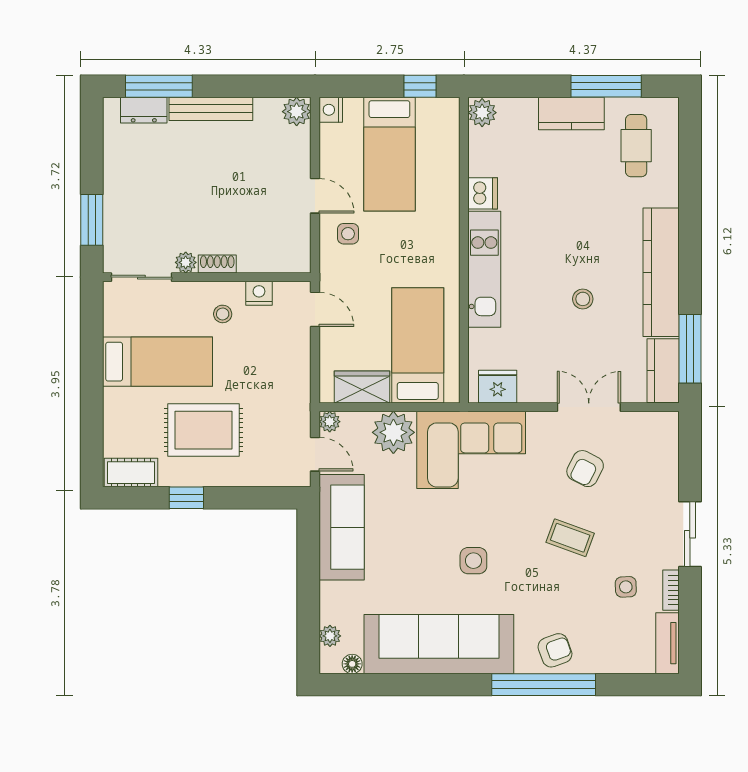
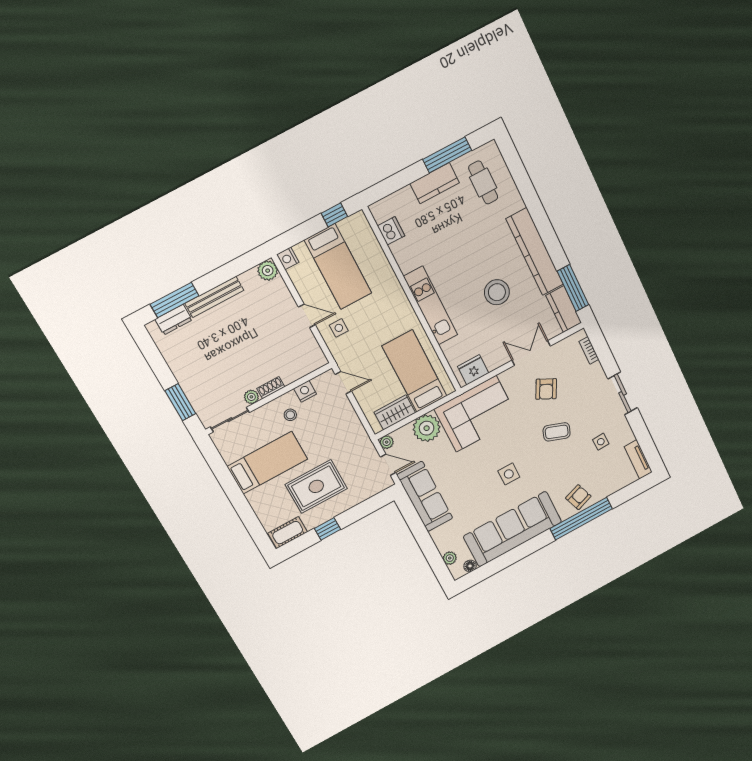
plant: (482, 113) -> (381, 211), removed
dishwasher: (483, 193) -> (391, 231), moved
stool: (583, 299) -> (497, 292), width x1.89, depth x1.89
bookcase: (671, 590) -> (589, 350), moved

